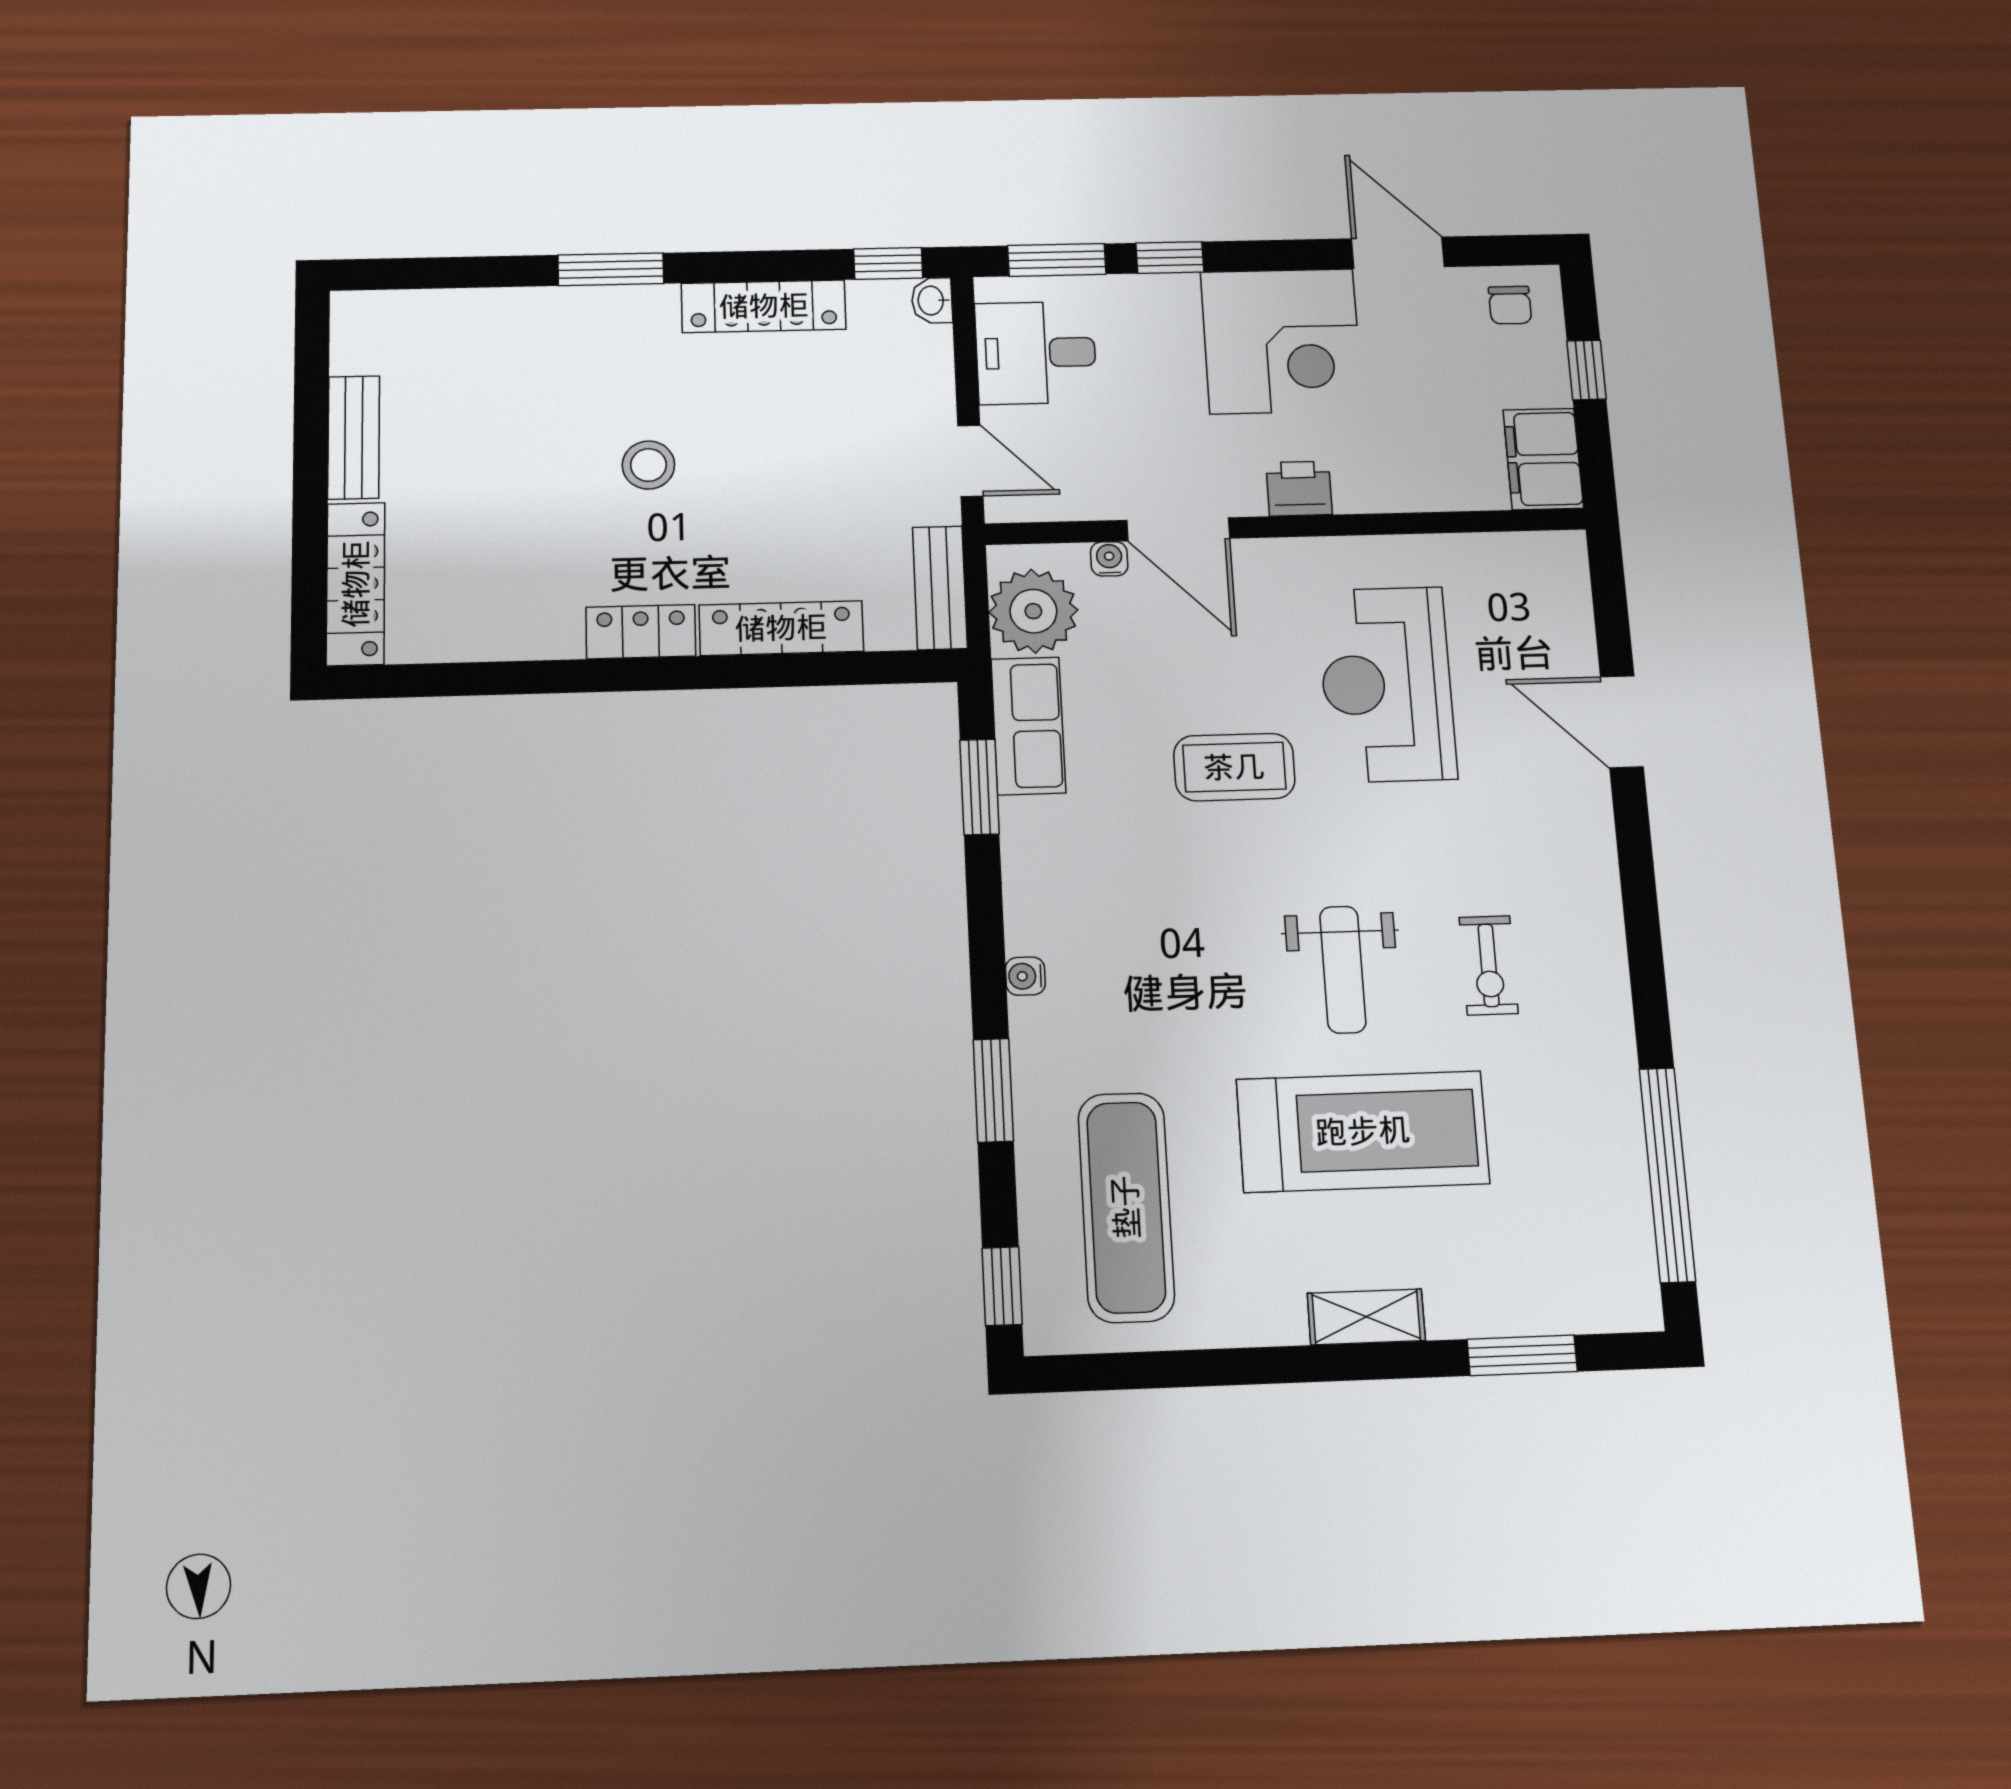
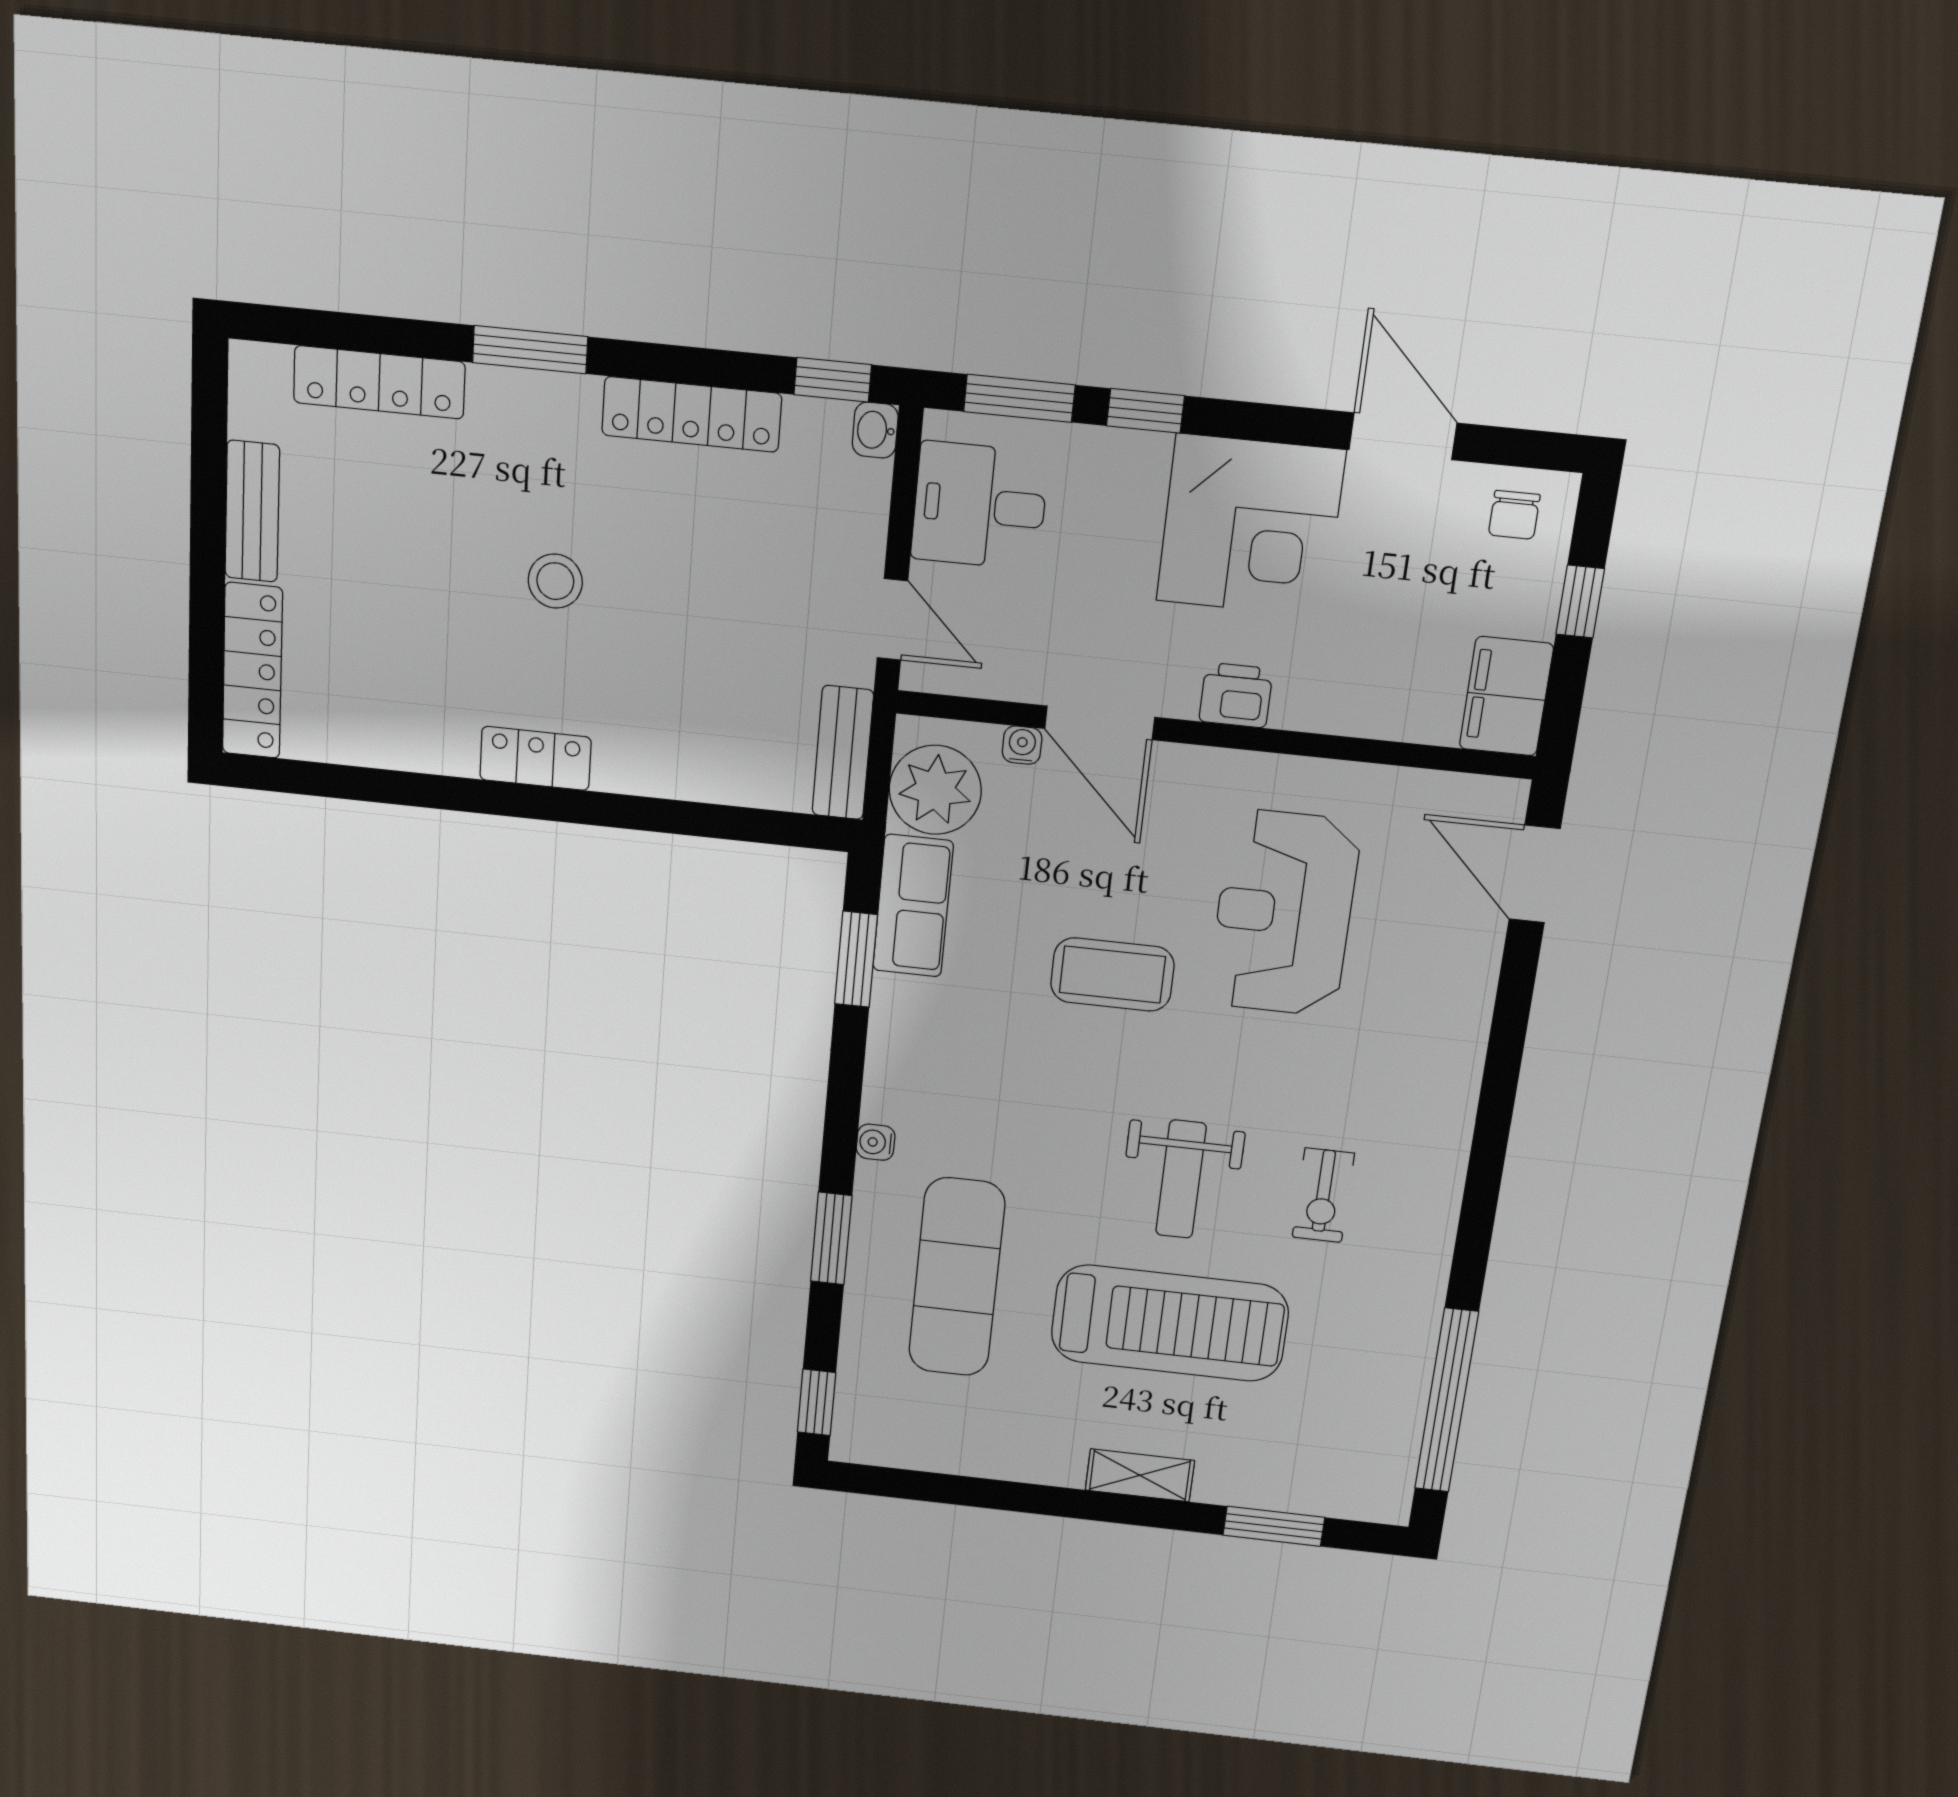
locker: (781, 628) -> (379, 382), moved, turned 180
door: (1622, 722) -> (1535, 874), moved
exercise mat: (1126, 1207) -> (957, 1277), moved

